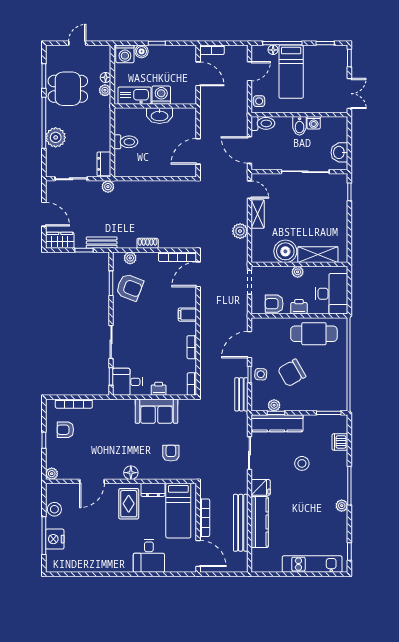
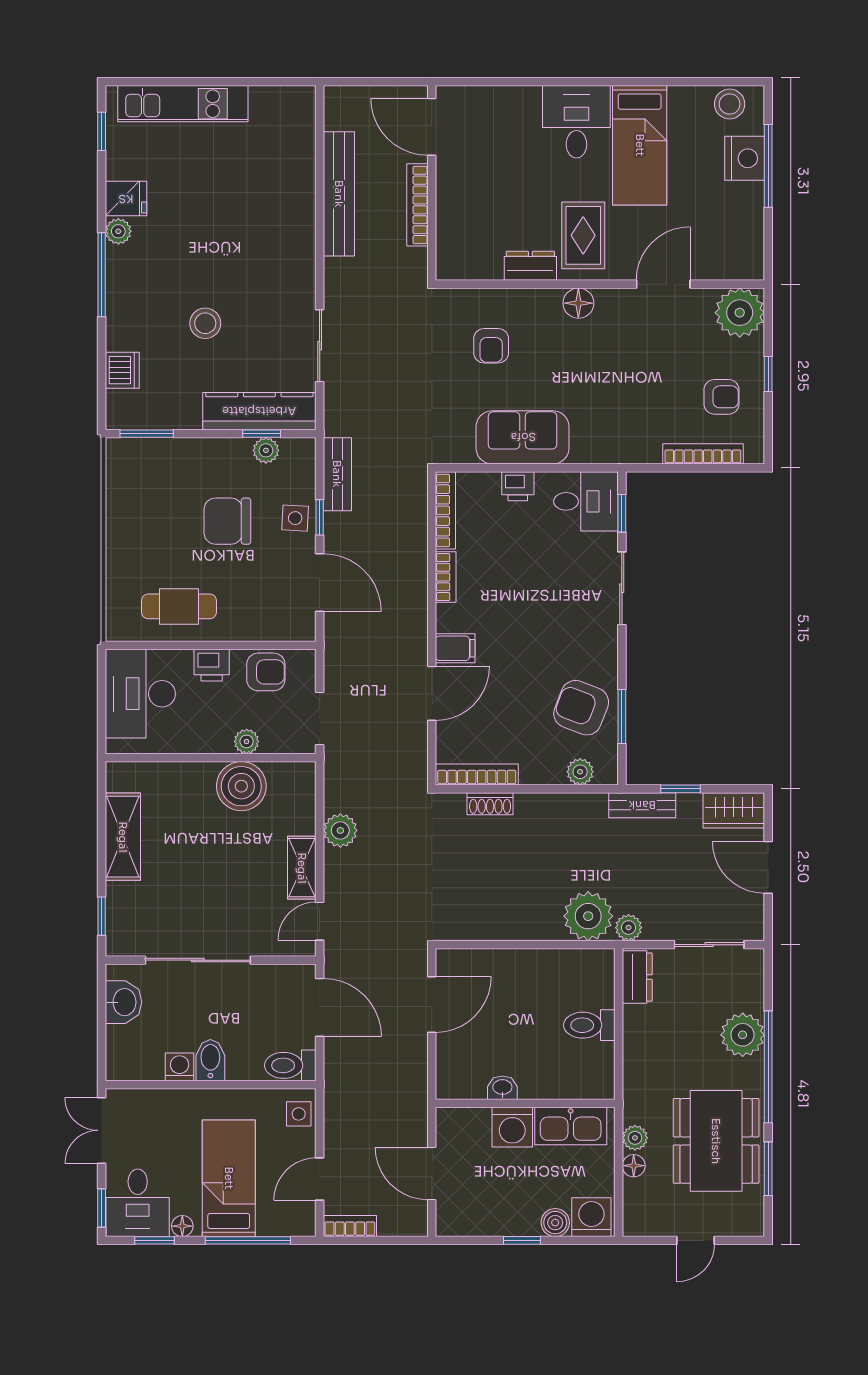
bookcase: (212, 50) -> (350, 1226), moved
floor lamp: (273, 50) -> (182, 1226), moved
desk: (333, 60) -> (138, 1203), added
dining table: (68, 89) -> (716, 1141), width x1.38
washbasin: (160, 116) -> (502, 1088), width x0.52, depth x0.69
door: (249, 190) -> (320, 921), hinge flipped
plant: (126, 192) -> (588, 916), added
shoe rack: (148, 243) -> (490, 804), moved
shelving: (318, 255) -> (123, 837), moved, turned 90
plant: (298, 272) -> (247, 741), moved
door: (198, 274) -> (432, 693), moved
cafe table: (314, 334) -> (179, 606), width x0.73, depth x0.74
door: (249, 345) -> (320, 582), hinge flipped
chair: (292, 373) -> (227, 521), turned -150
bookcase: (192, 384) -> (445, 510), width x1.56
plant: (52, 474) -> (740, 313), width x1.87, depth x1.87
fridge: (261, 487) -> (126, 199), moved, turned 180
stool: (54, 509) -> (730, 104), moved
bed: (178, 511) -> (640, 145), moved, turned 180
kitchen counter: (260, 522) -> (297, 195), removed
desk: (149, 556) -> (576, 122), moved

